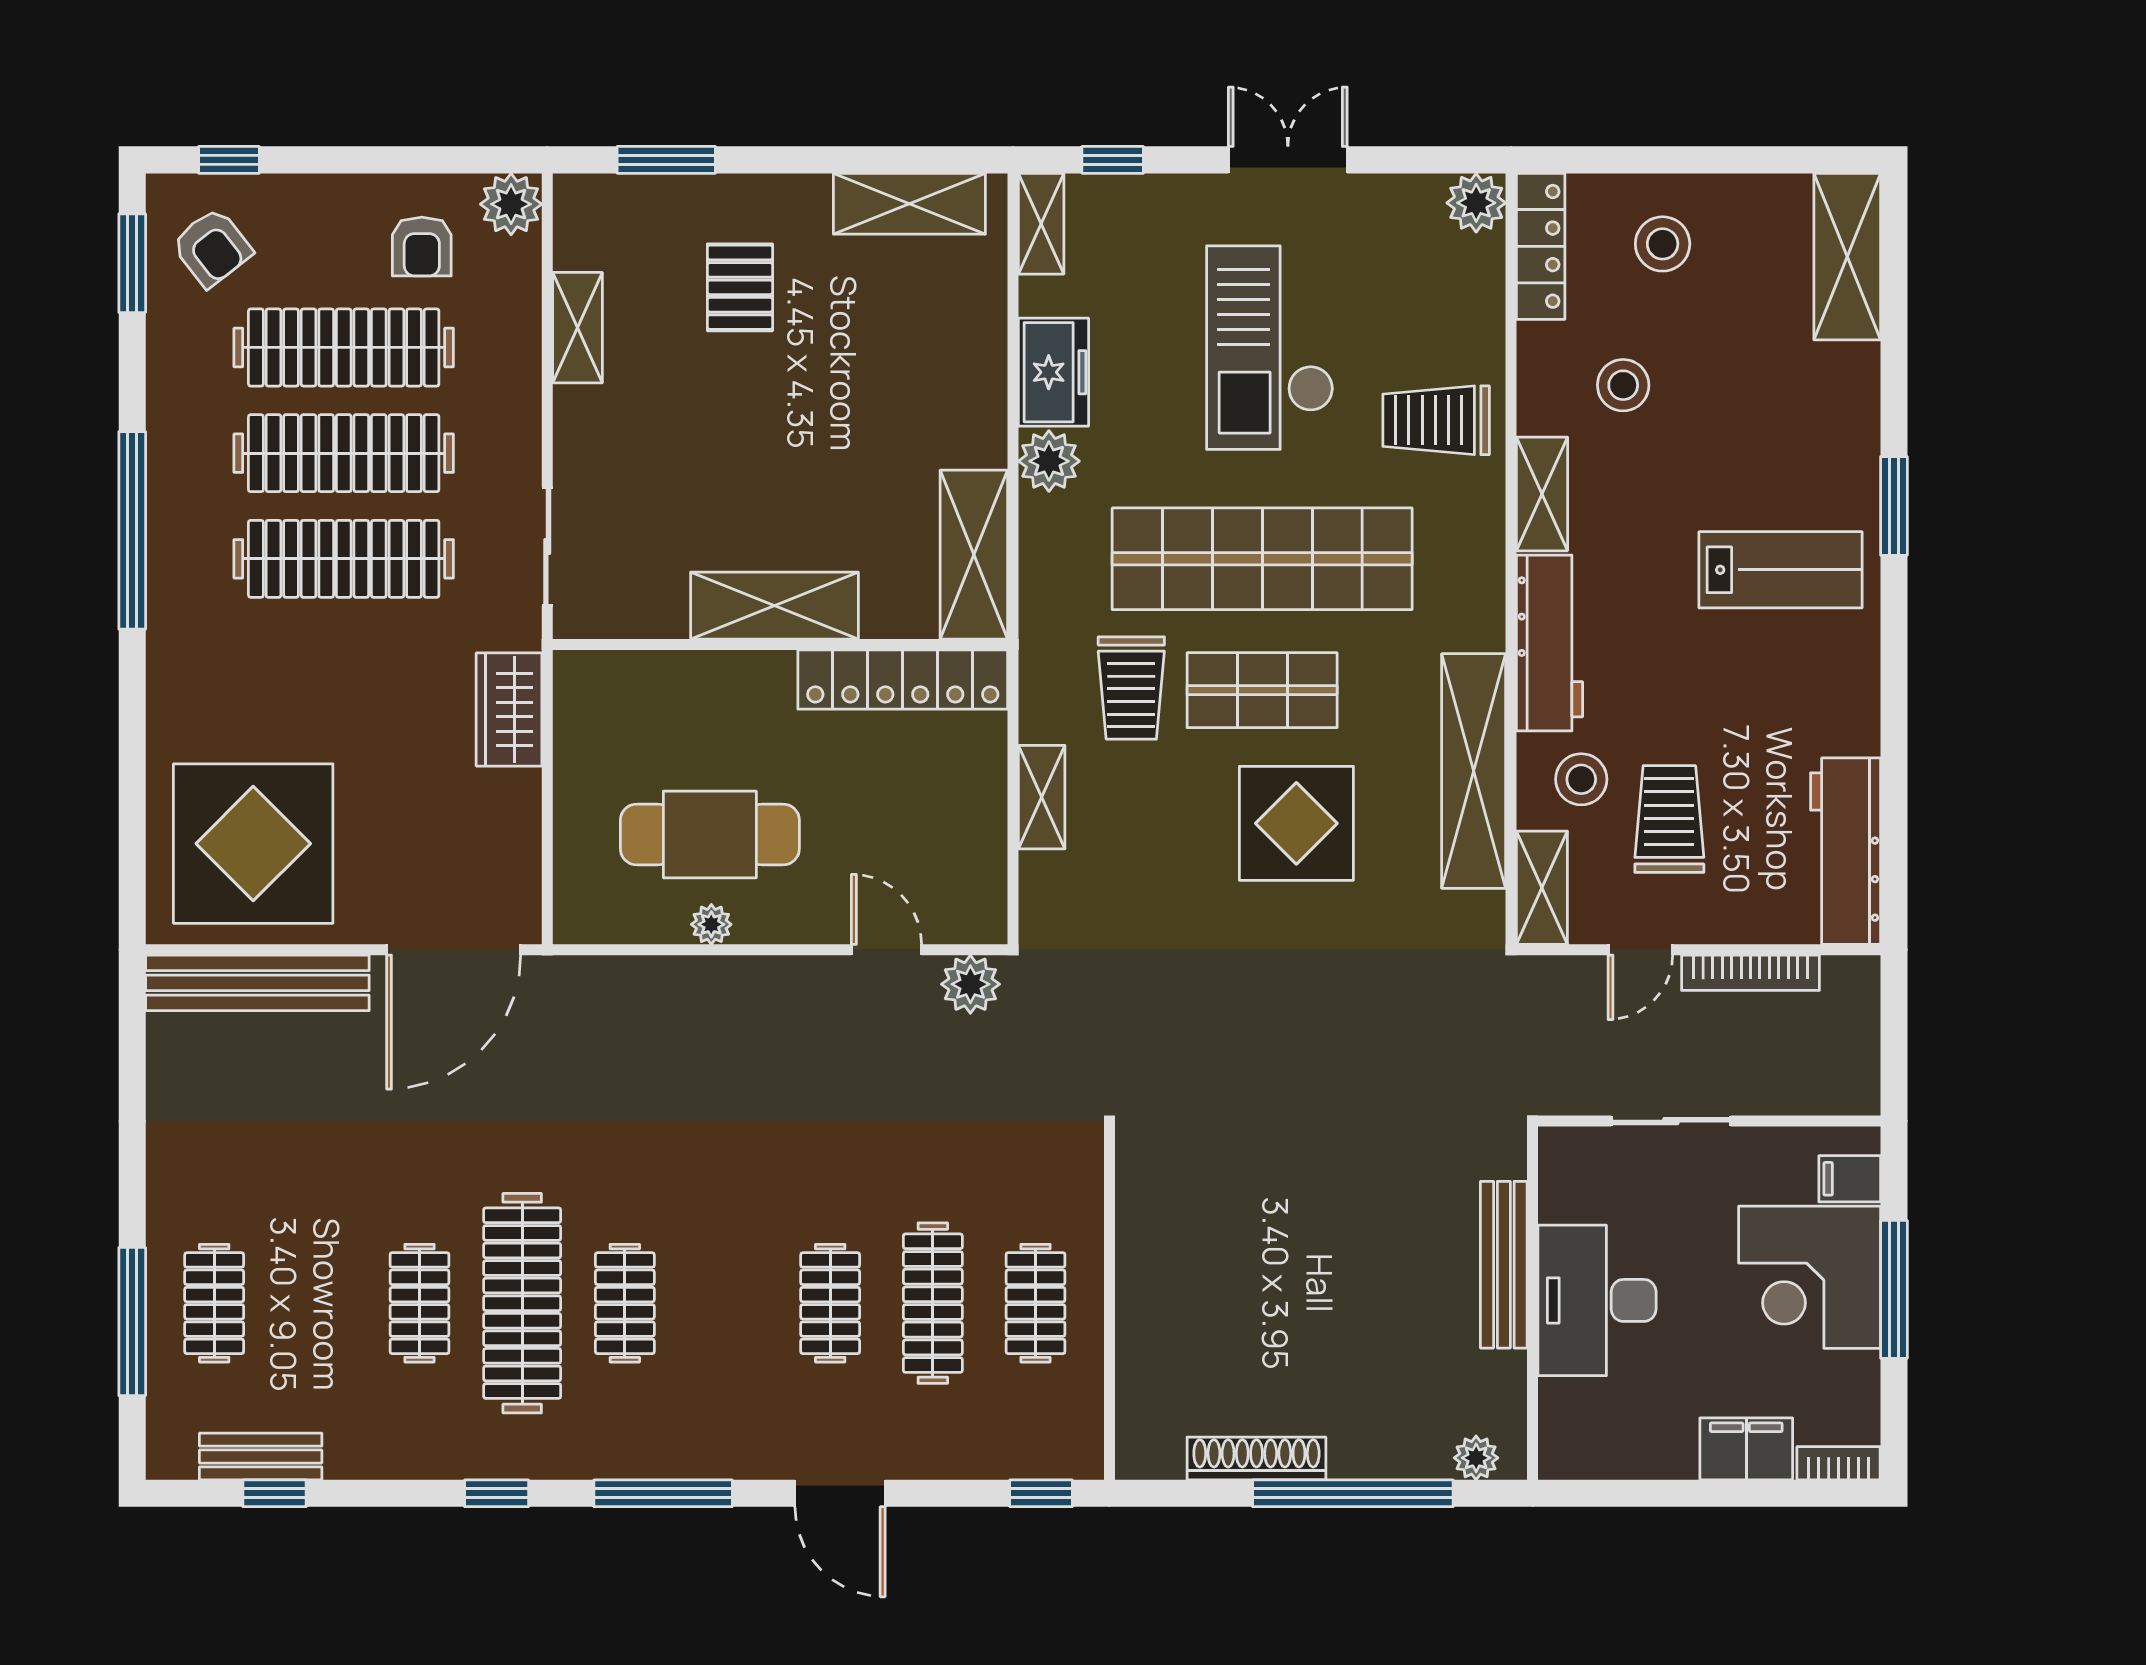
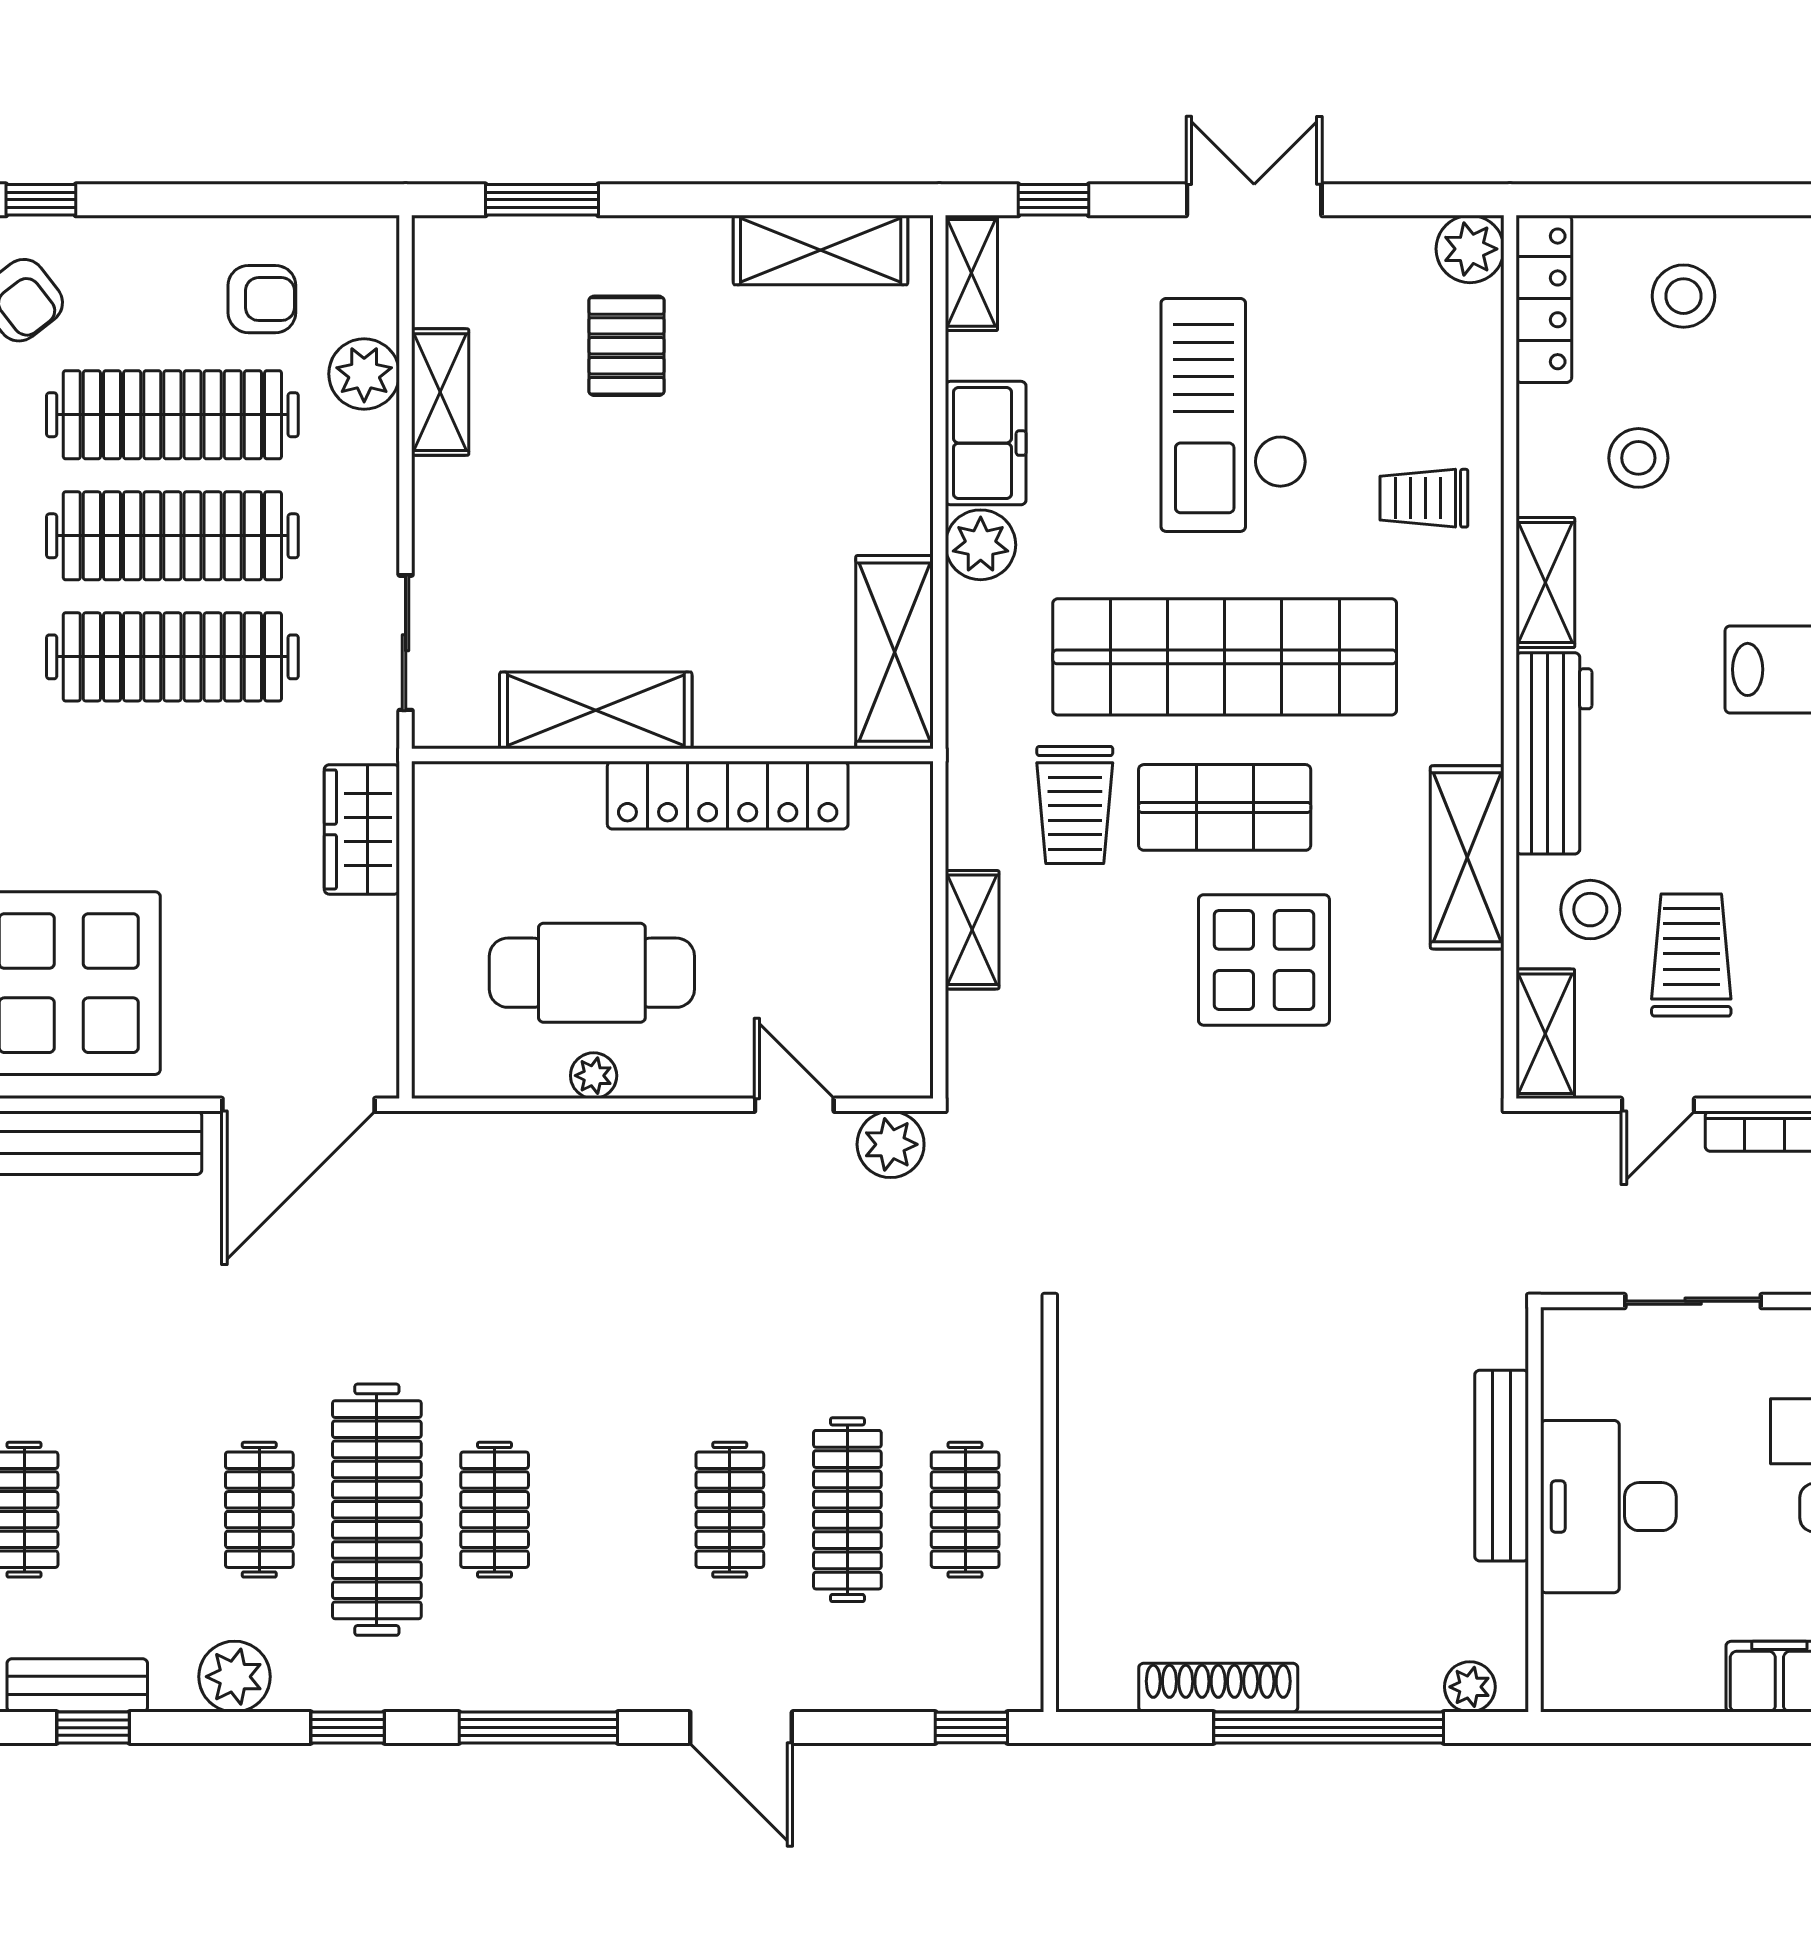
plant: (511, 204) -> (364, 374), moved
armchair: (422, 247) -> (262, 299), turned -90
trolley: (1436, 420) -> (1424, 498), width x0.73, depth x0.72
shelving: (774, 606) -> (596, 710), moved
locker: (903, 680) -> (728, 795), moved
shelving: (1474, 771) -> (1467, 857), width x0.68
plant: (398, 1449) -> (234, 1677), added

